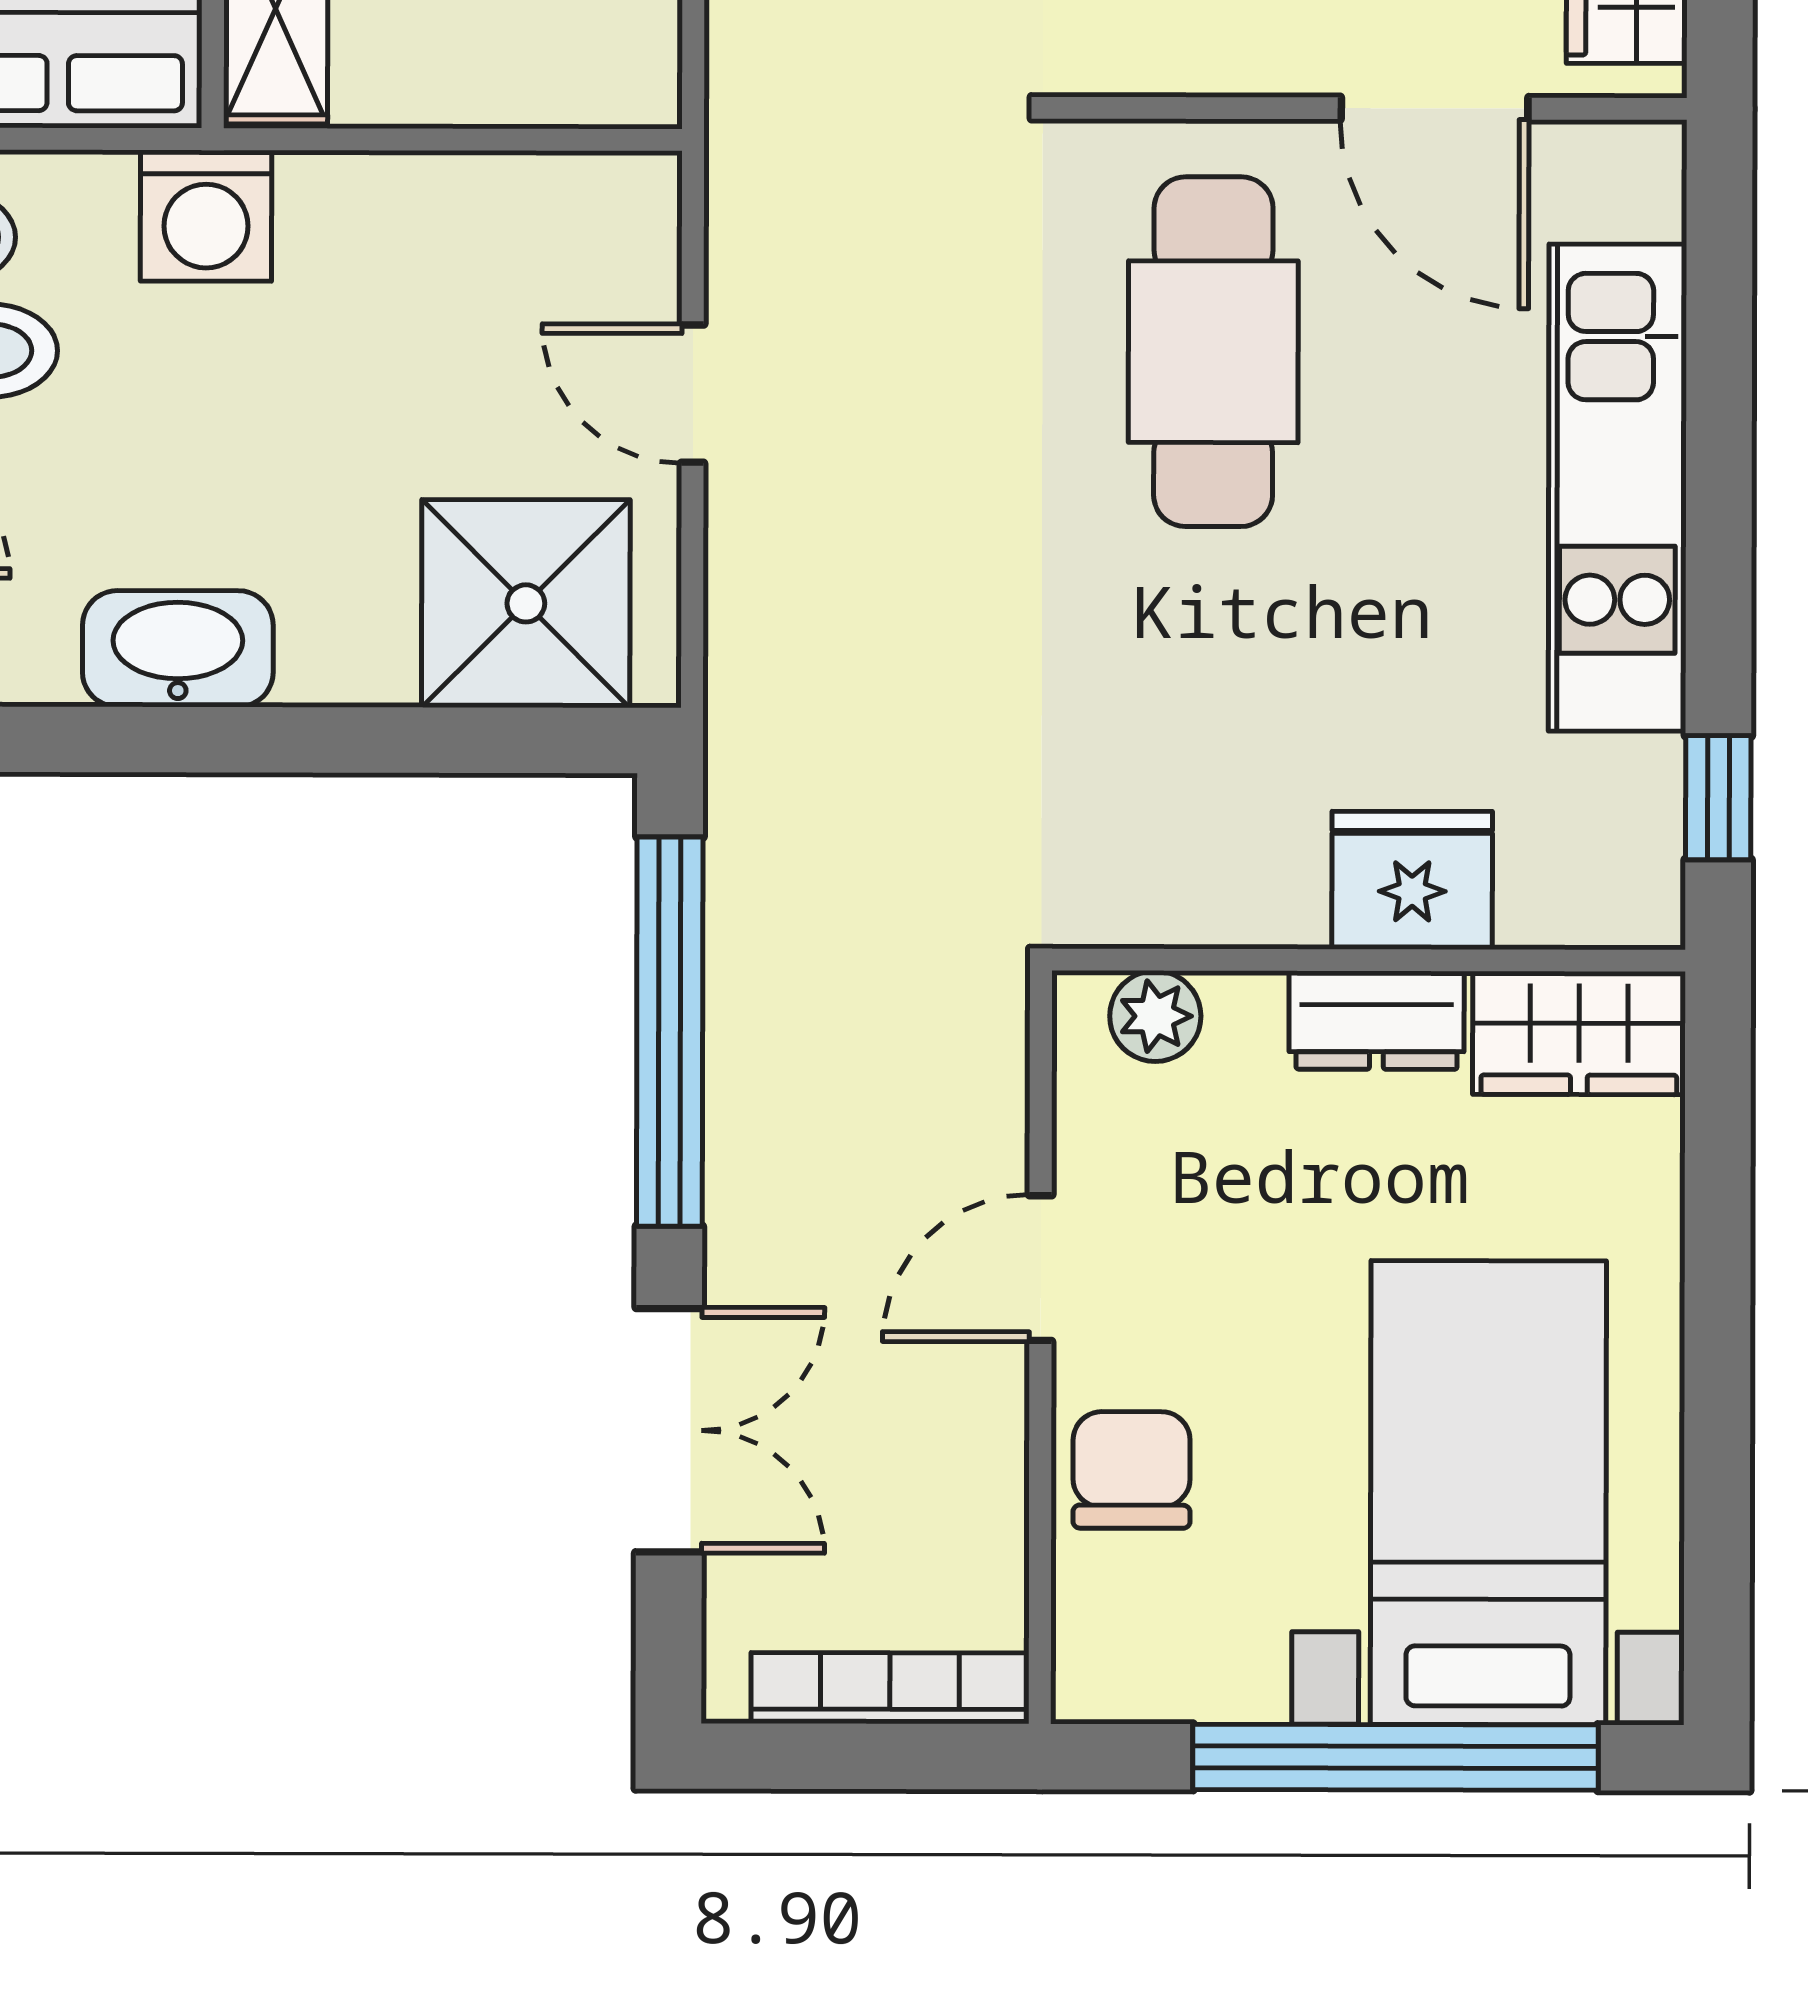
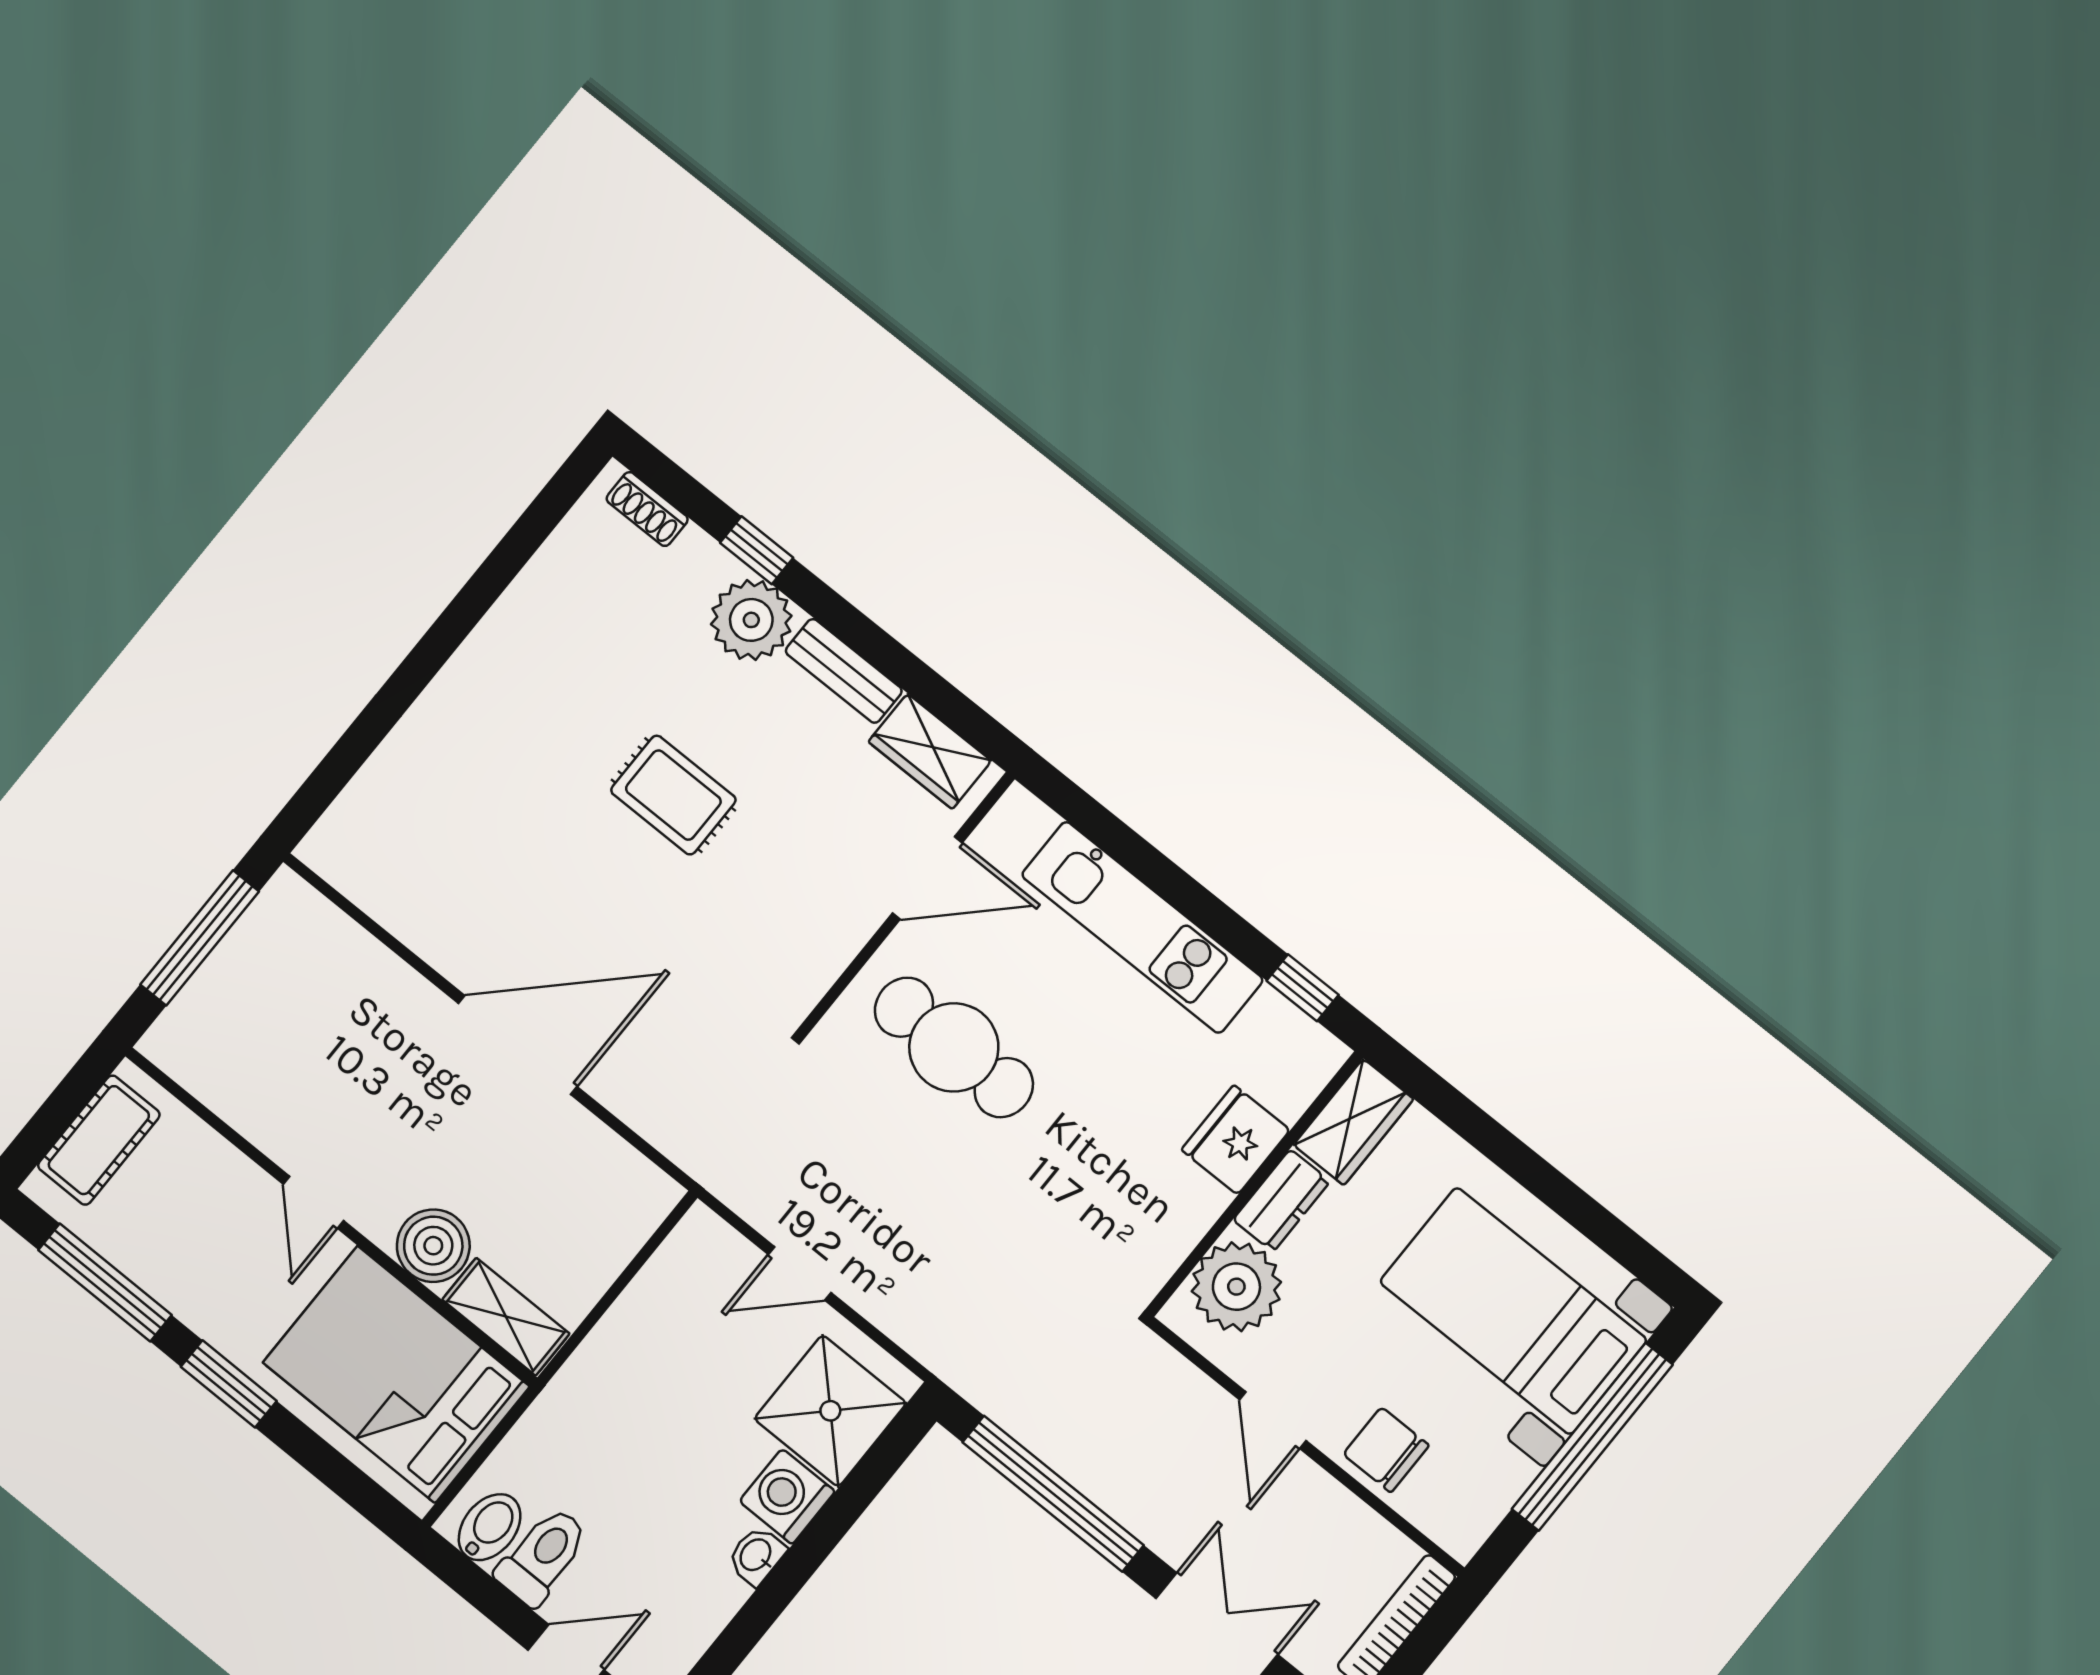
washing machine: (206, 216) -> (787, 1496), moved, turned 180
washbasin: (178, 649) -> (756, 1555), width x0.52, depth x0.69
plant: (1155, 1016) -> (1236, 1287), width x1.88, depth x1.88

